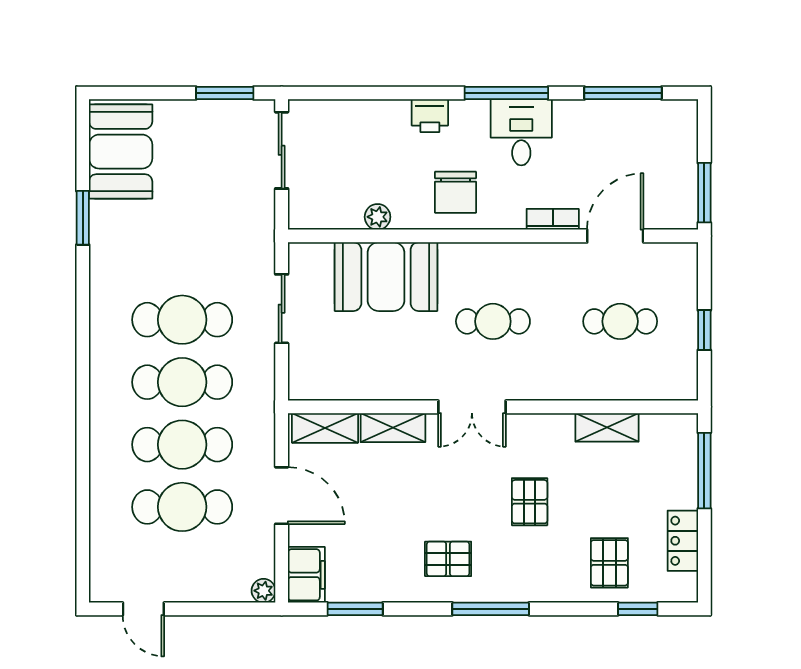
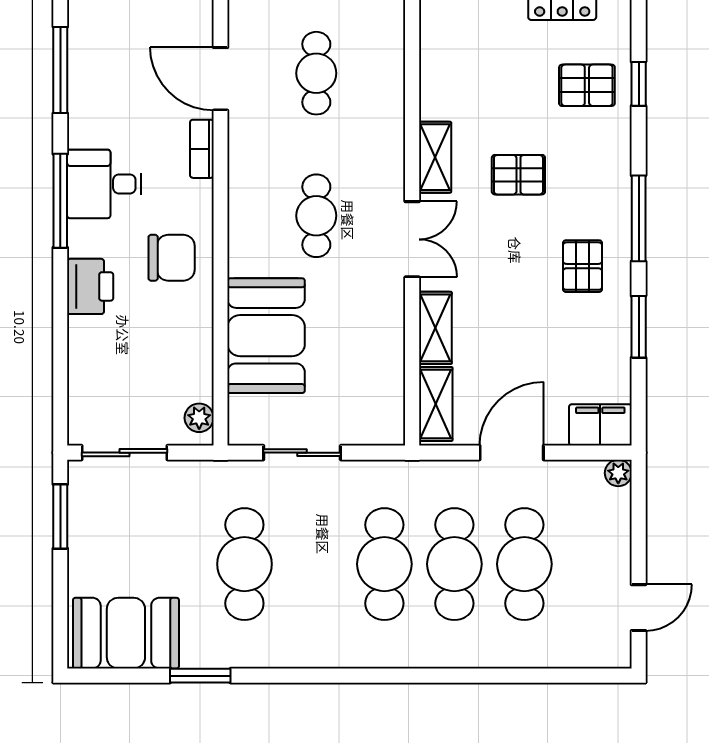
printer: (430, 116) -> (90, 286), width x1.36, depth x1.24
plant: (378, 217) -> (199, 418), moved
cafe table: (182, 320) -> (244, 564), moved
shelving: (607, 427) -> (435, 157), moved
window: (355, 609) -> (639, 327), moved
window: (638, 609) -> (639, 84), moved

